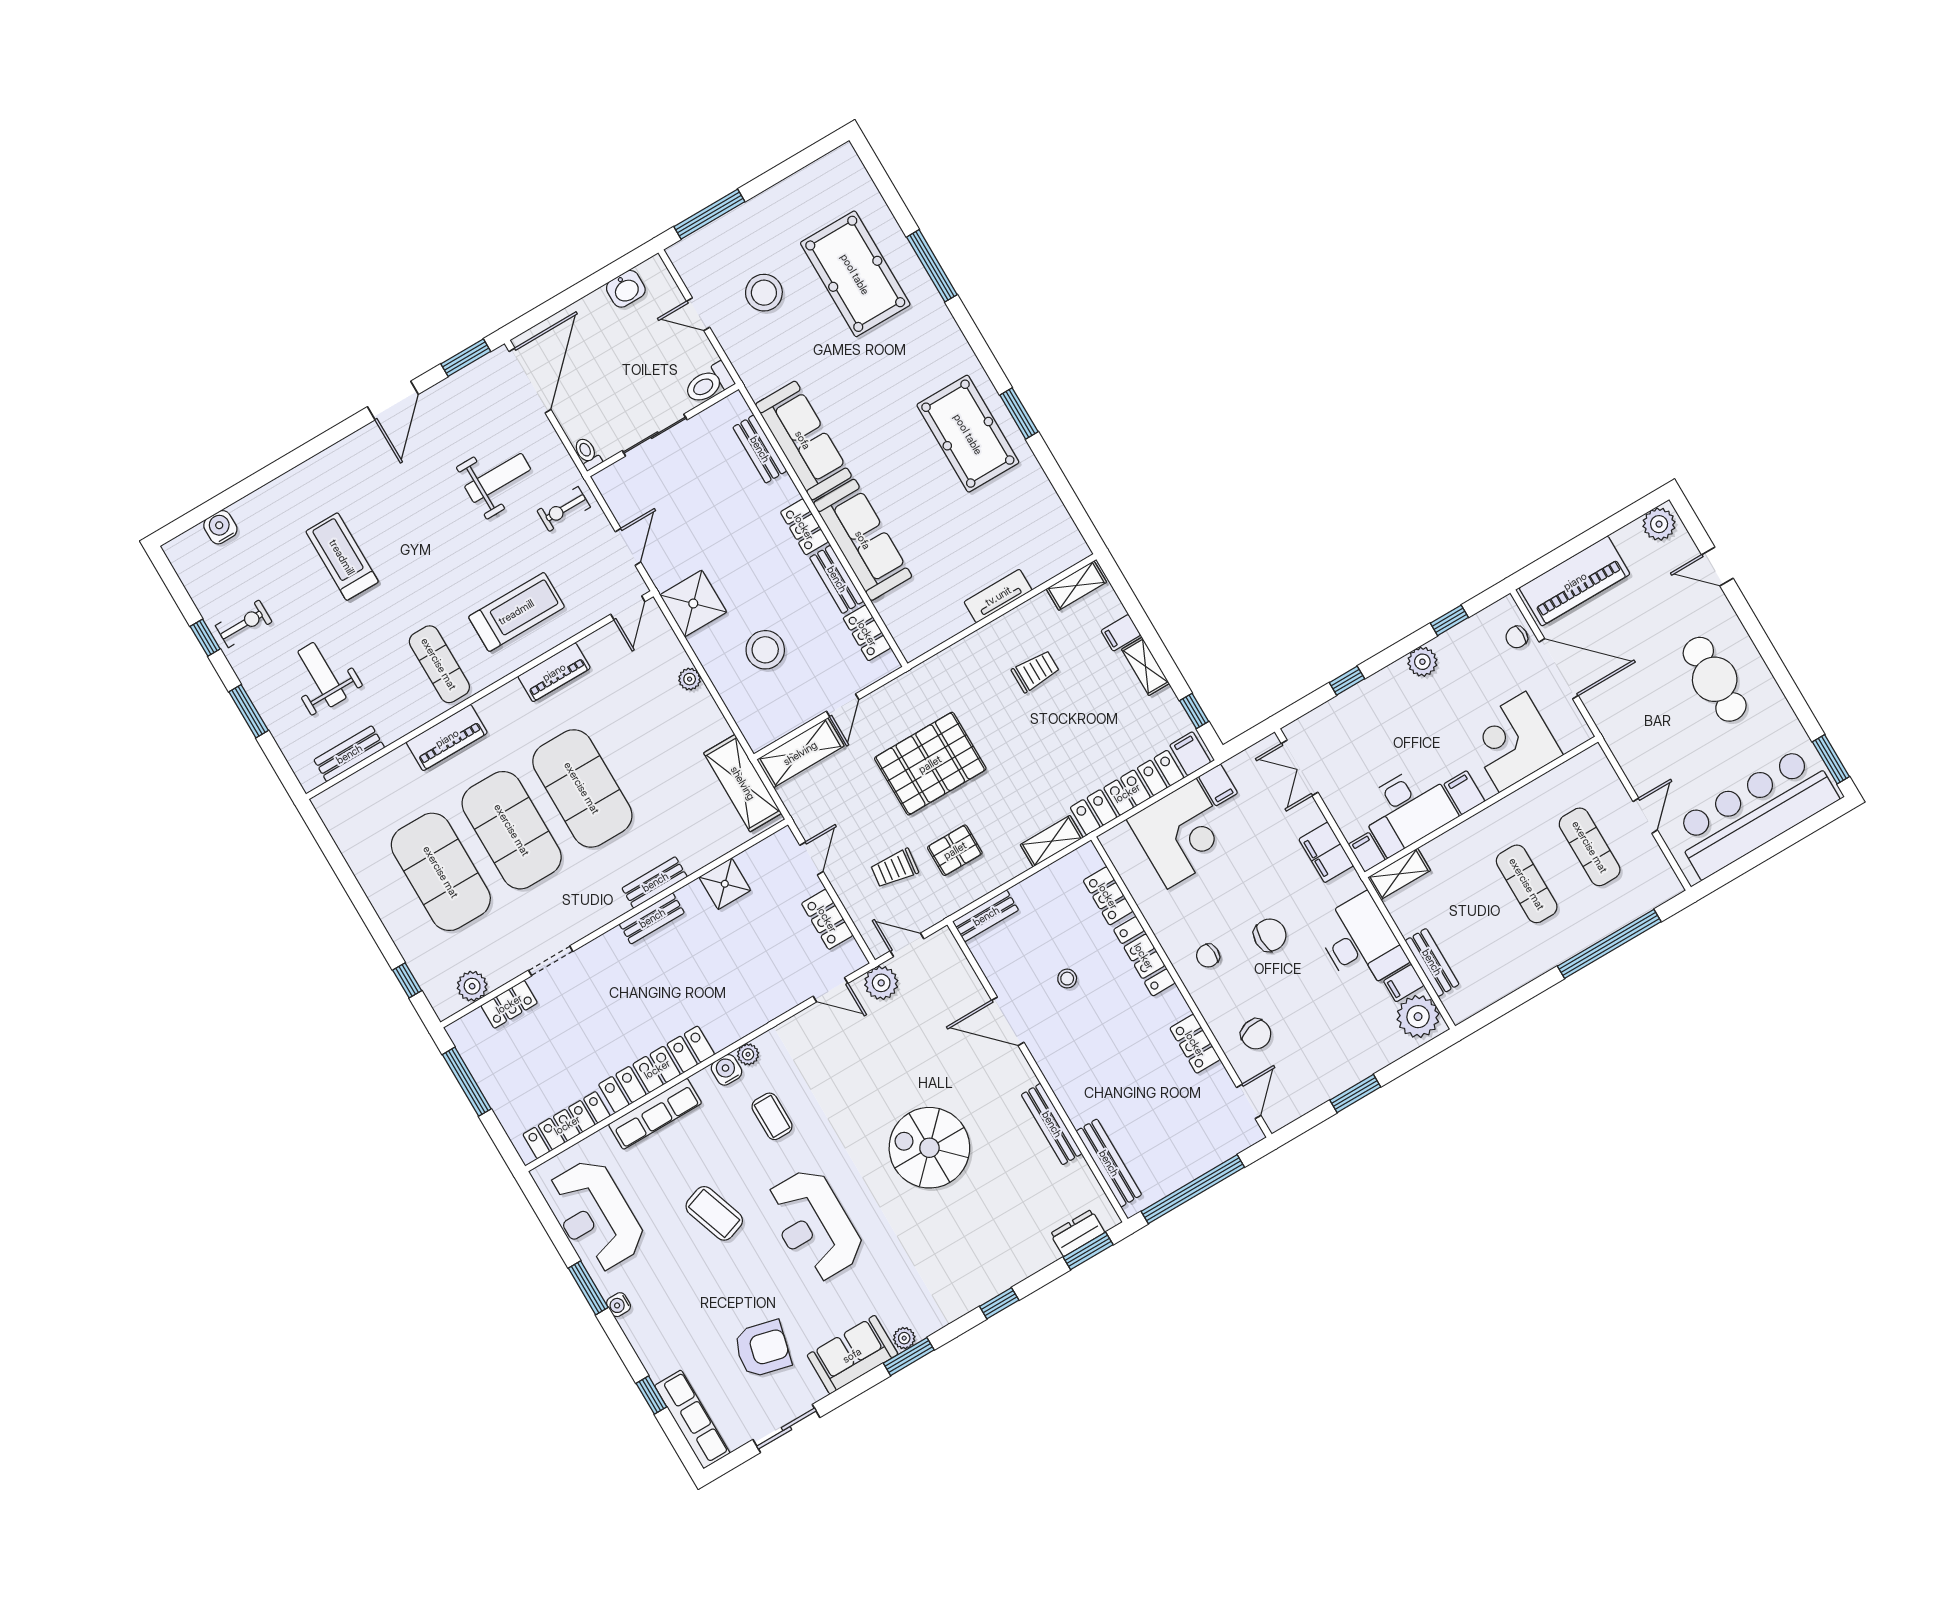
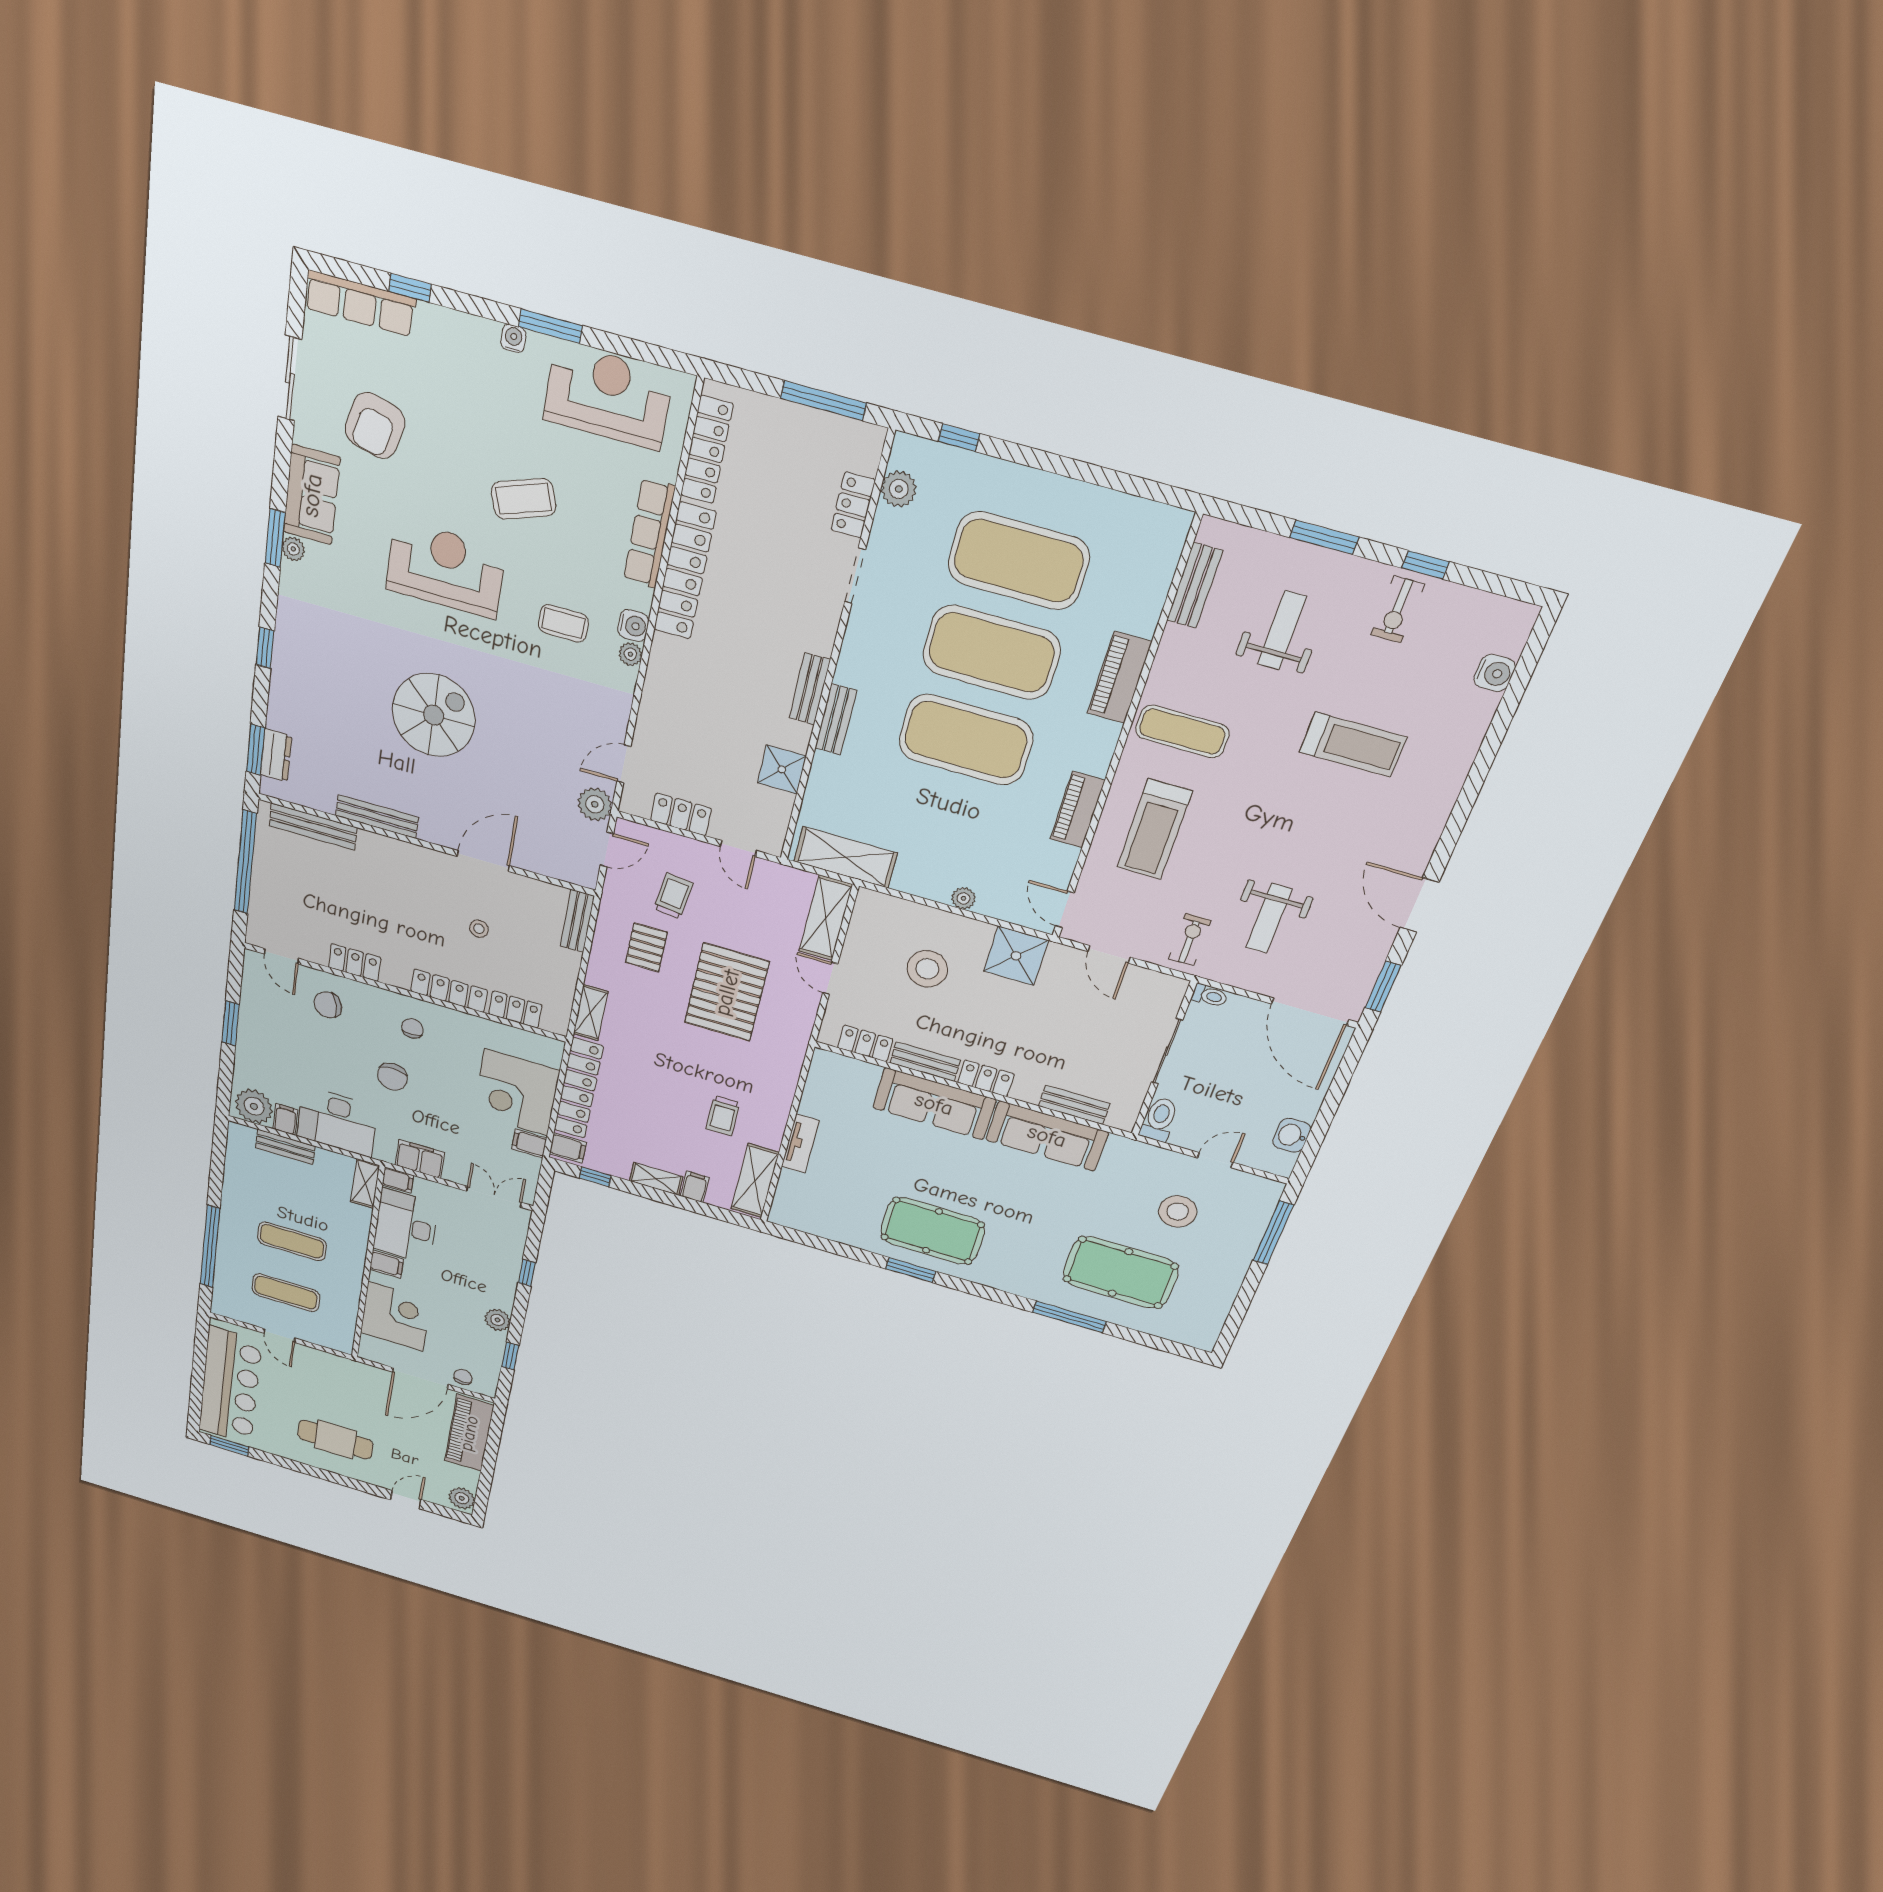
shelving: (1076, 586) -> (755, 1181), width x1.50, depth x1.33
weight bench: (322, 675) -> (1282, 630), turned -90

